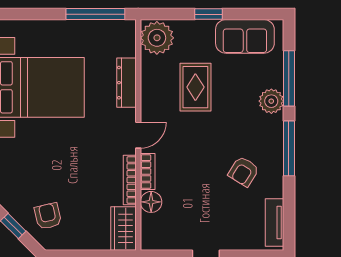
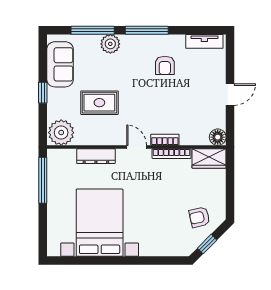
armchair: (243, 171) -> (165, 65), turned 58
floor lamp: (151, 202) -> (218, 137), moved

